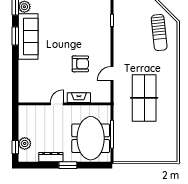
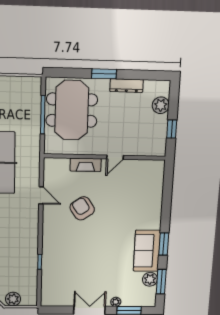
sofa: (28, 36) -> (147, 251), width x0.73
armchair: (80, 64) -> (82, 208), turned 56
door: (112, 73) -> (41, 195), hinge flipped
window: (15, 147) -> (172, 129), moved

